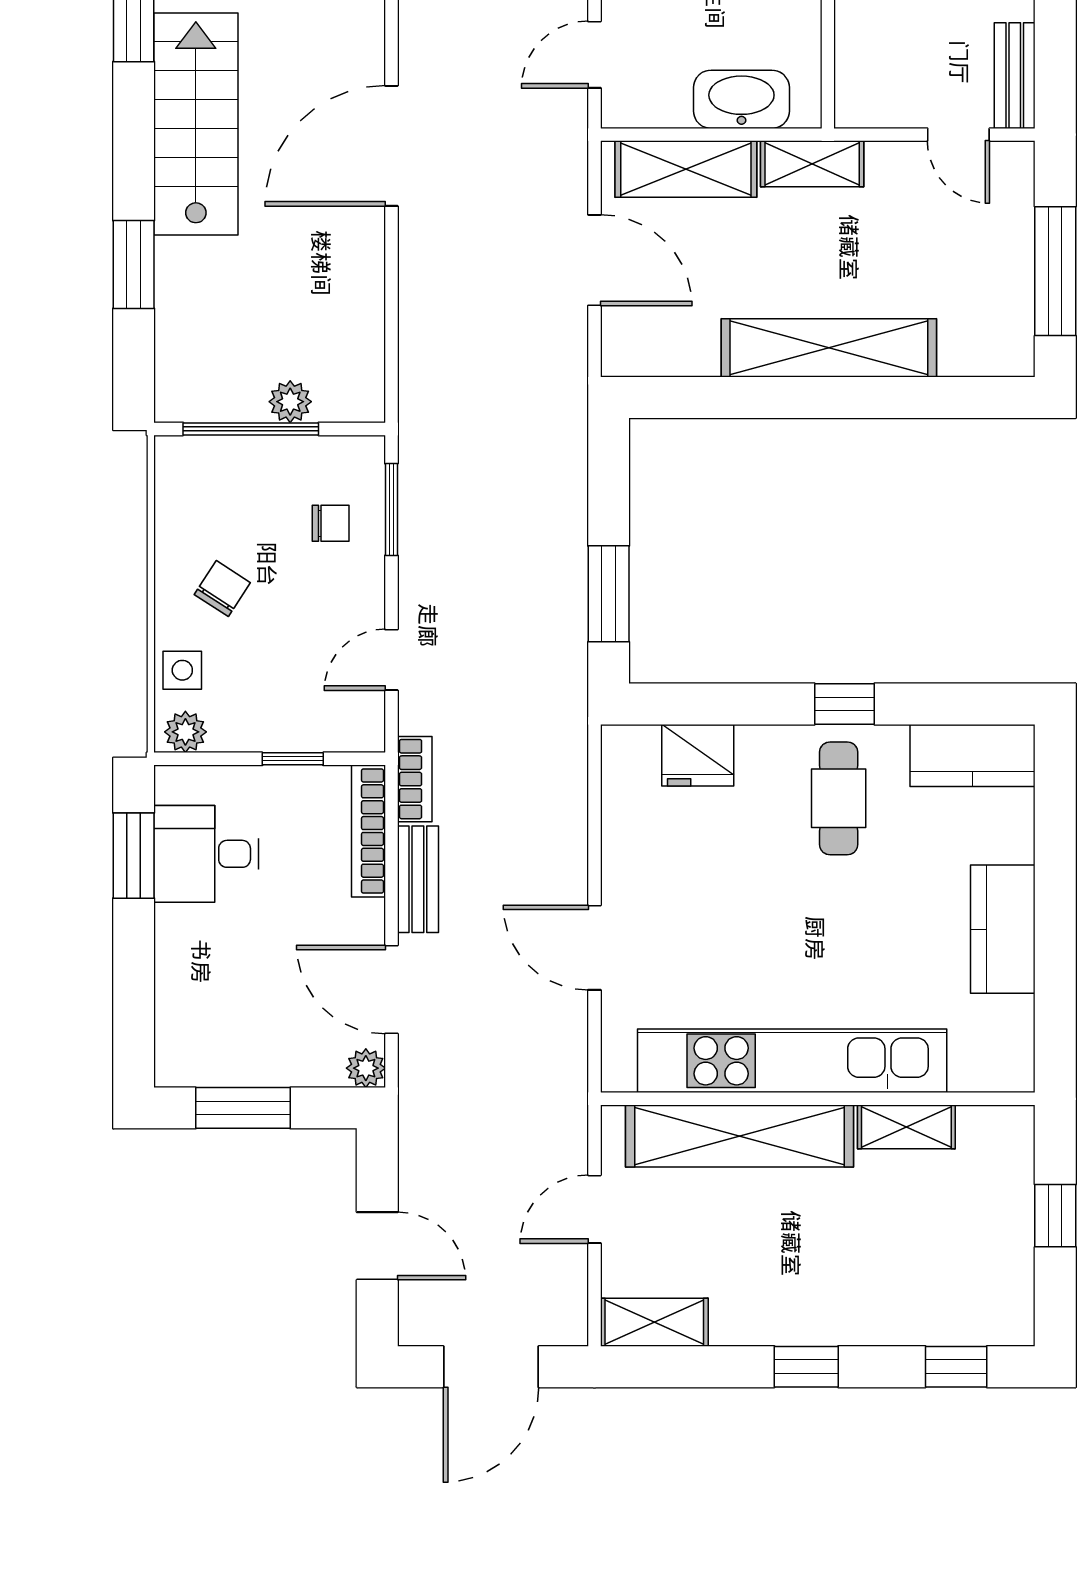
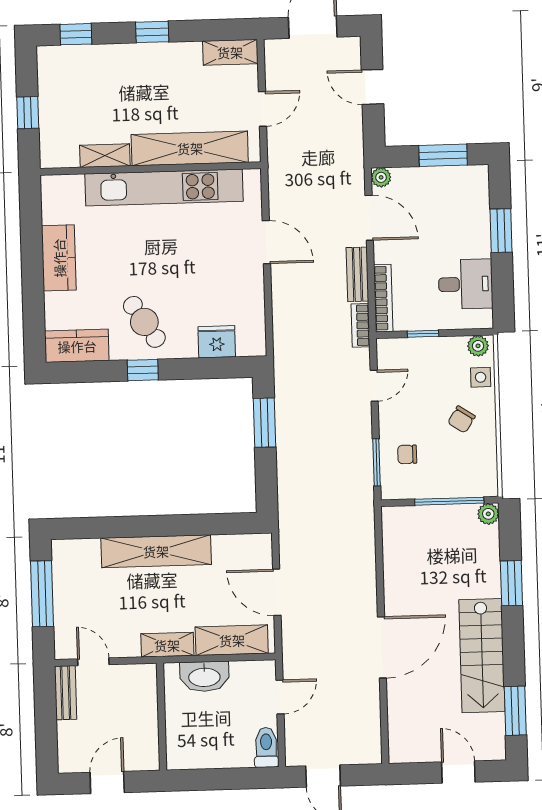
plant: (290, 402) -> (488, 514), moved
cafe table: (839, 798) -> (144, 322), turned -33
window: (134, 856) -> (501, 231), moved

